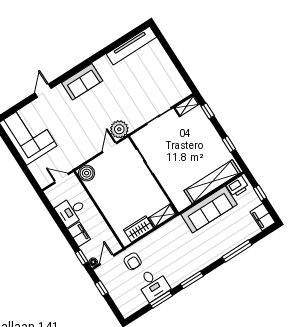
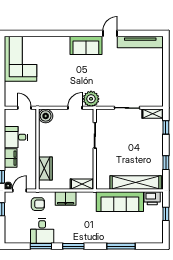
door: (43, 91) -> (110, 33), moved
filing cabinet: (263, 217) -> (66, 198), moved, turned -90
wardrobe: (139, 229) -> (45, 168), moved, turned 90
armchair: (133, 261) -> (38, 204), turned -90

